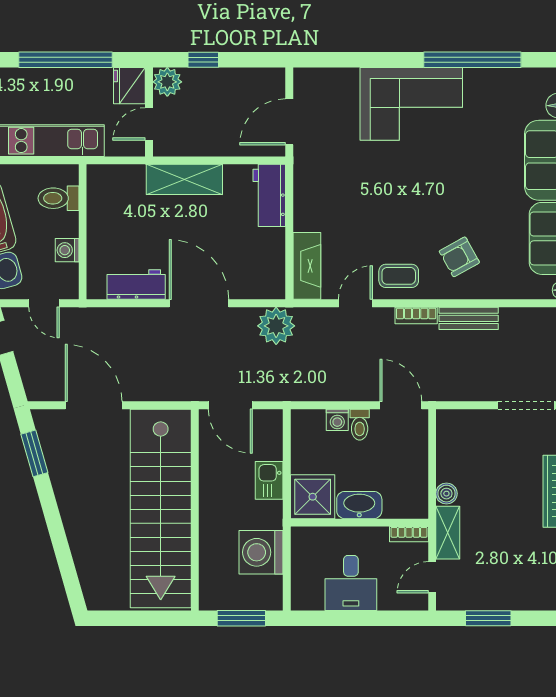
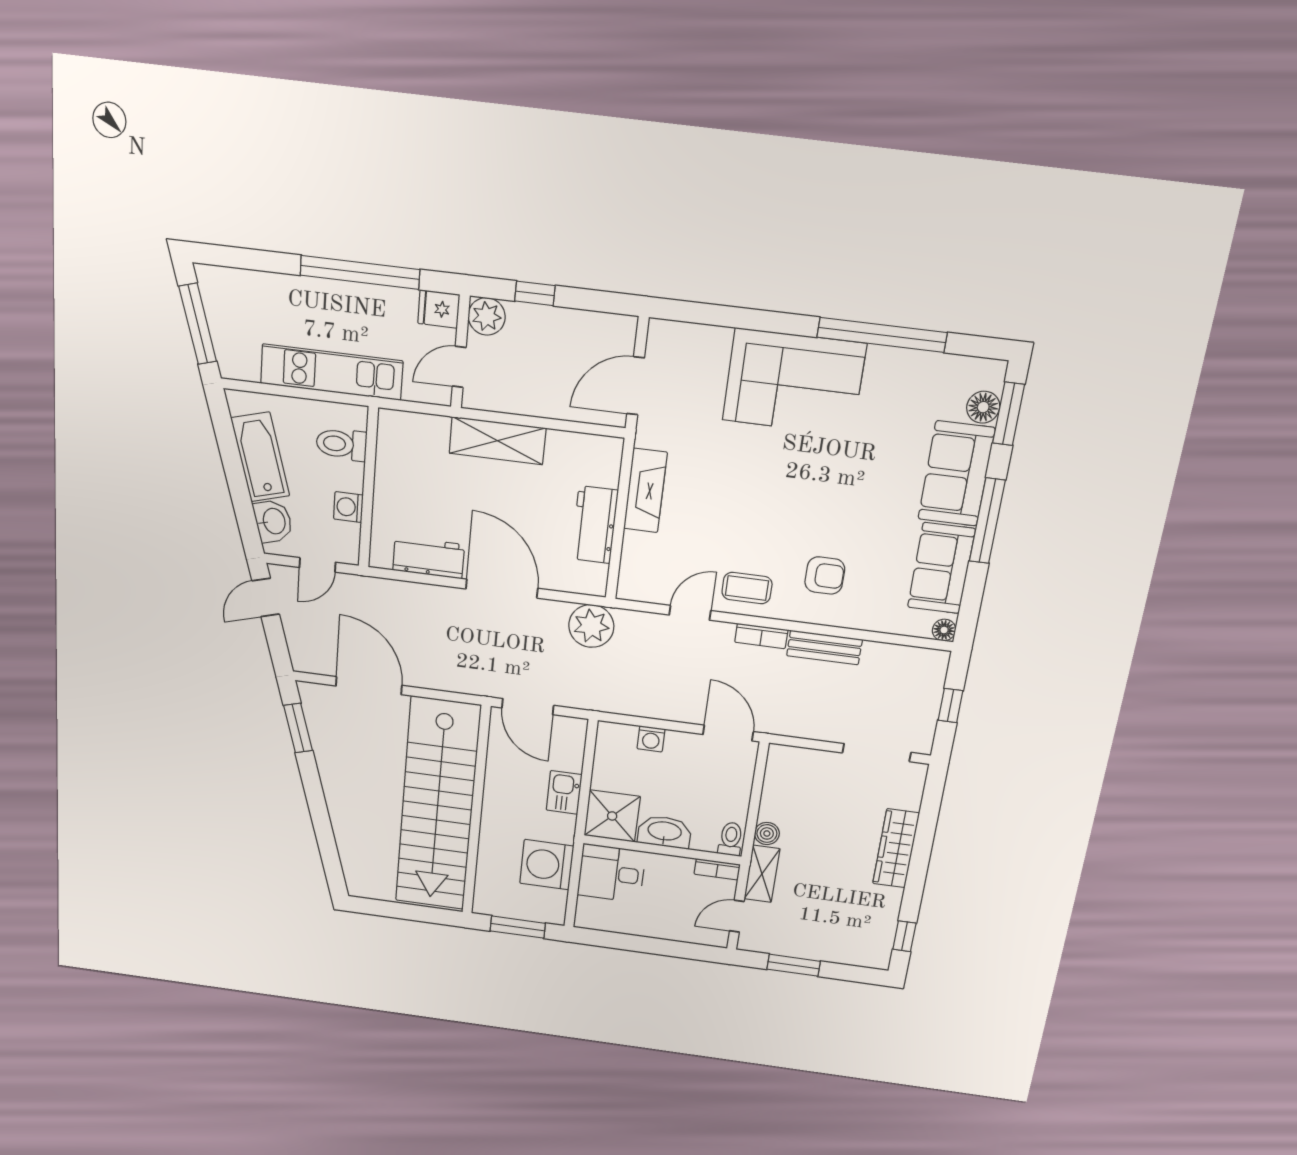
fridge: (129, 86) -> (439, 309), width x0.72
workbench: (269, 195) -> (595, 525), moved
armchair: (459, 257) -> (825, 575), turned -151
fireplace: (307, 266) -> (645, 491), moved
door: (44, 303) -> (317, 565), hinge flipped
toilet: (360, 425) -> (731, 839), moved, turned 180
desk: (351, 583) -> (611, 873), moved, turned 90

